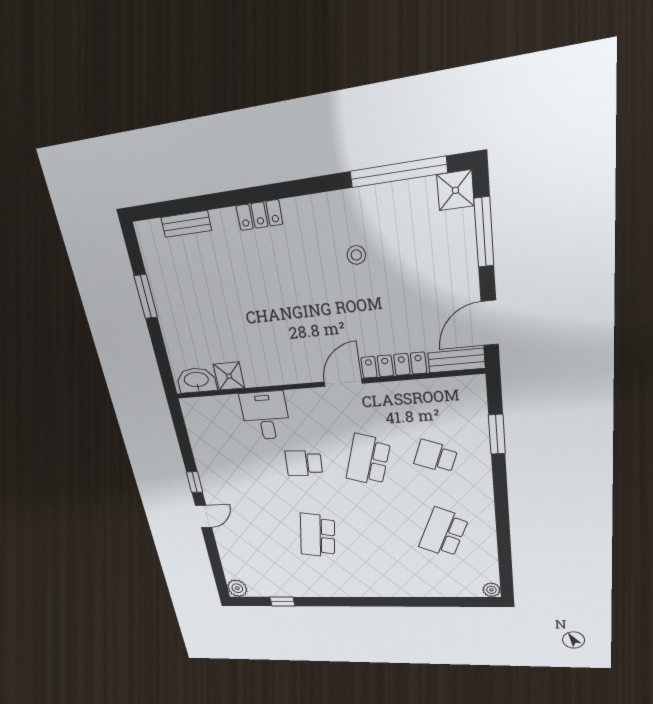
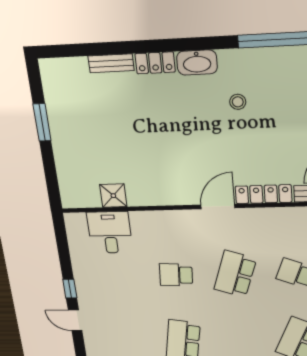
bench: (186, 224) -> (111, 63), moved
washbasin: (196, 380) -> (197, 62), moved, turned 180
desk: (265, 416) -> (110, 232), moved
door: (204, 516) -> (75, 320), swing flipped

